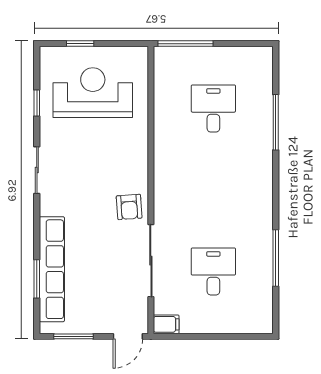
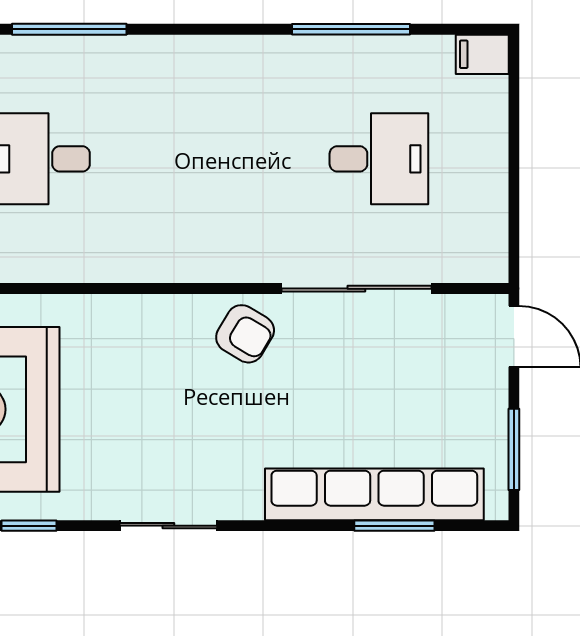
armchair: (129, 207) -> (245, 334), turned 35
desk: (213, 271) -> (379, 159), turned 180
filing cabinet: (166, 324) -> (482, 54), moved, turned -90

